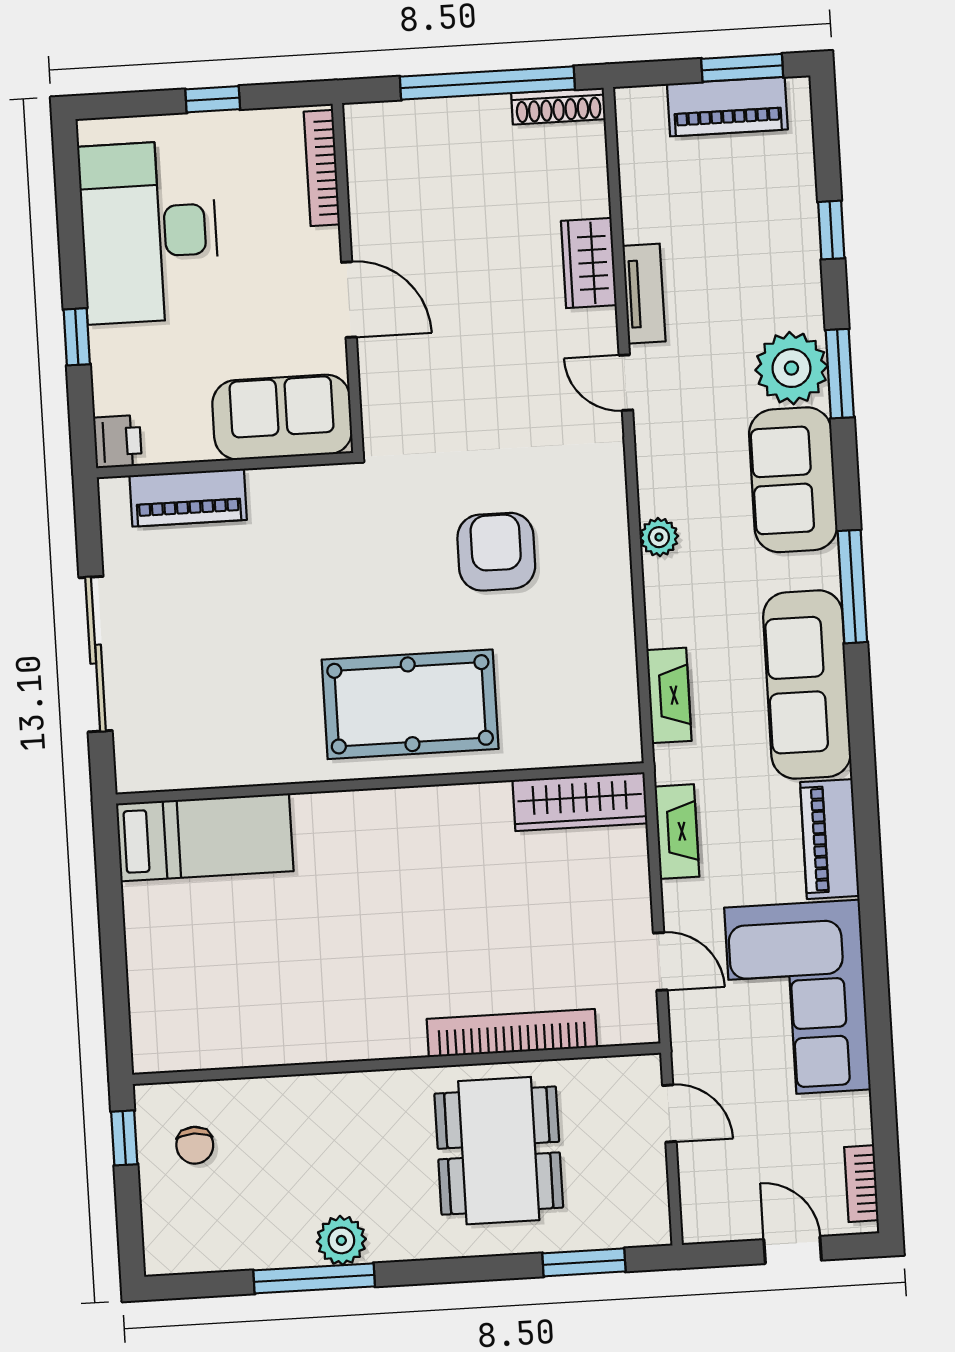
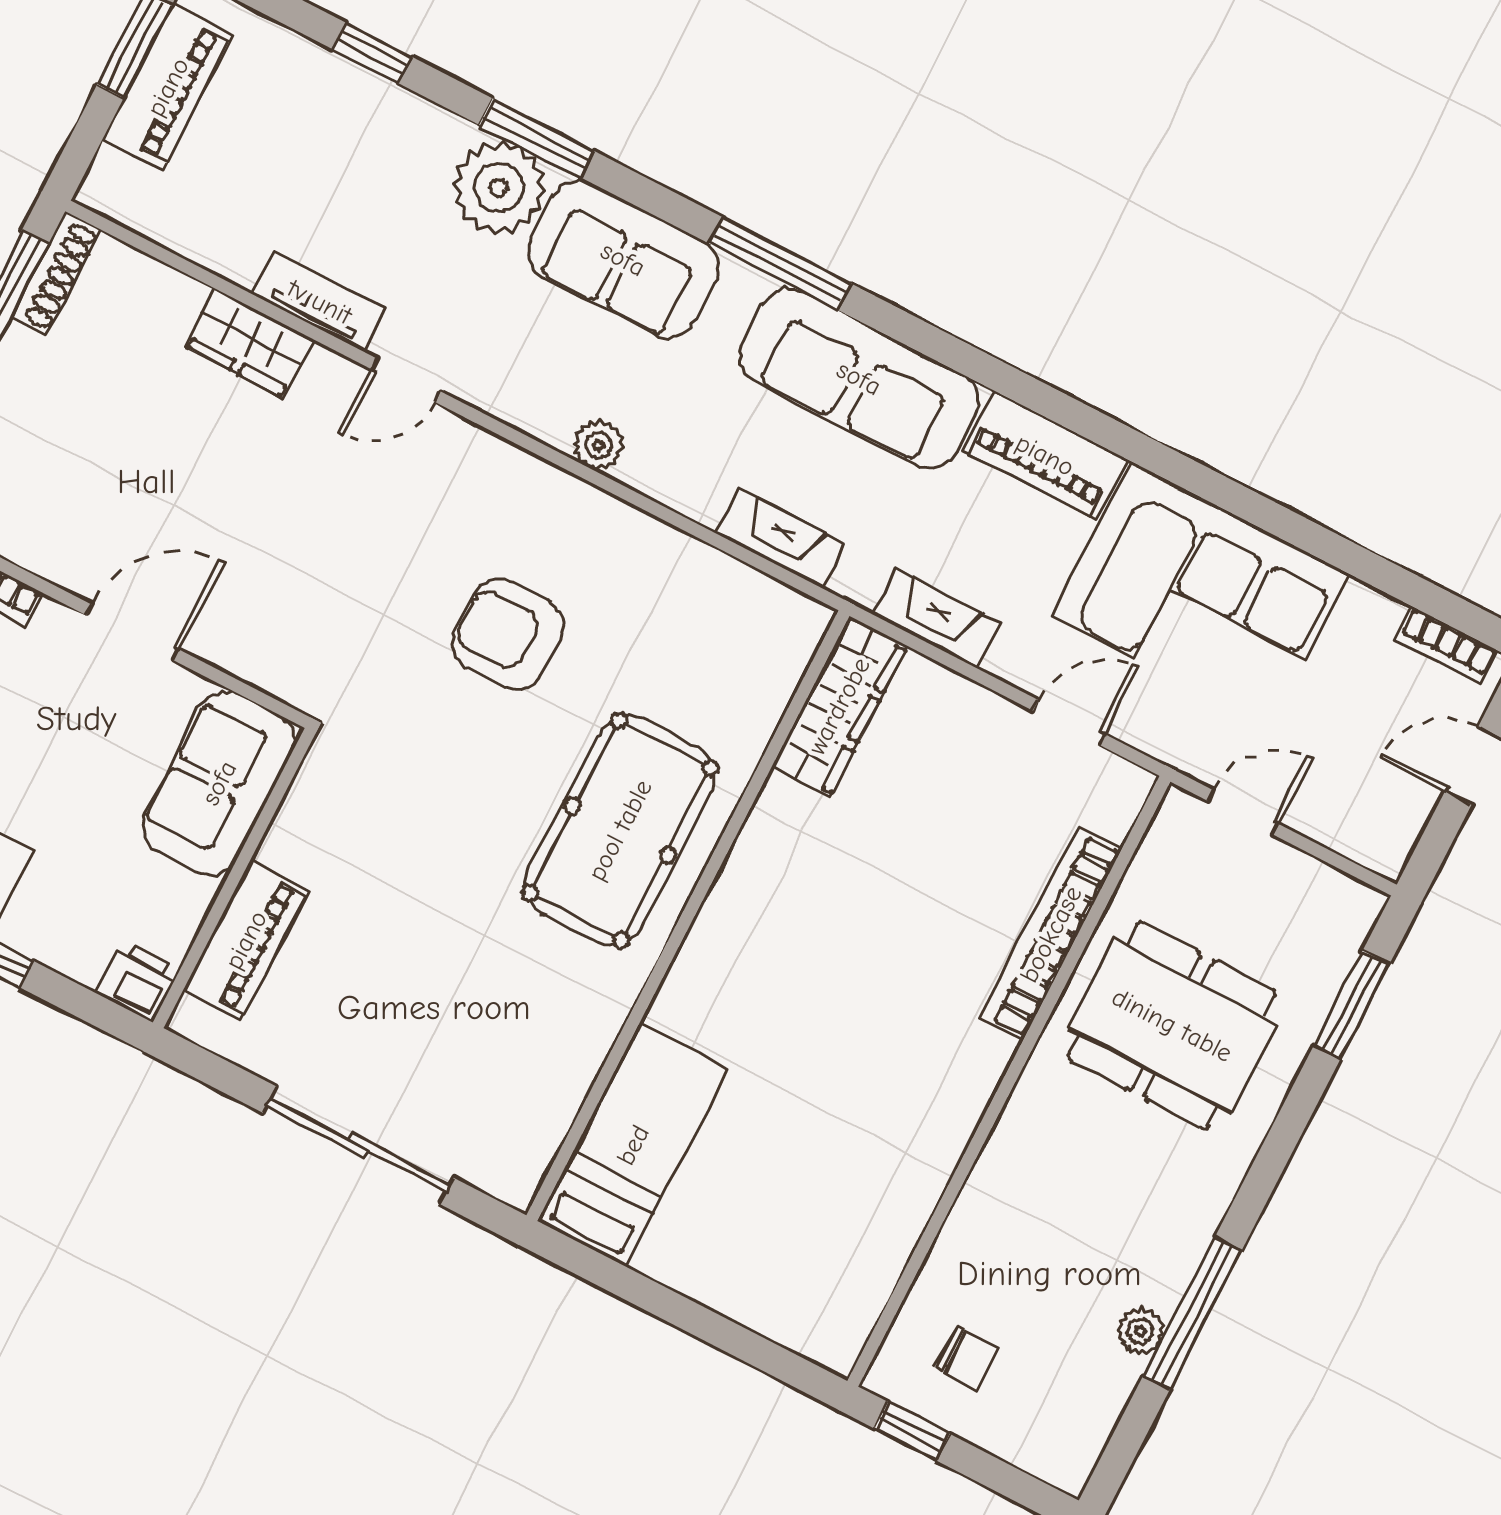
plant: (341, 1240) -> (1140, 1331), moved, width x0.73, depth x0.73

